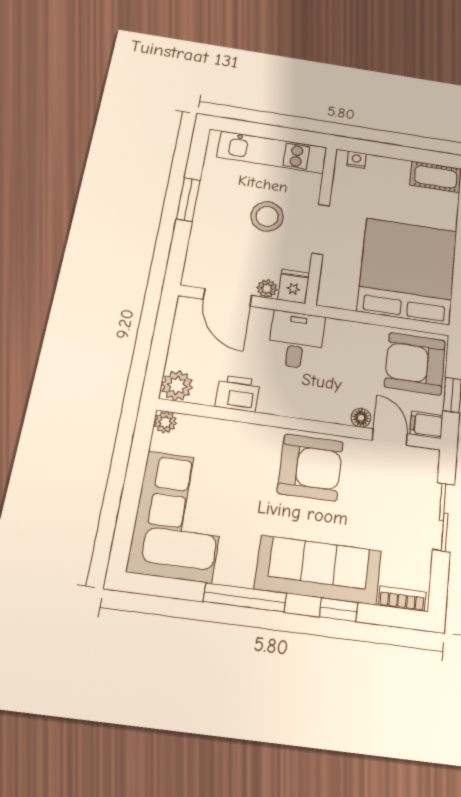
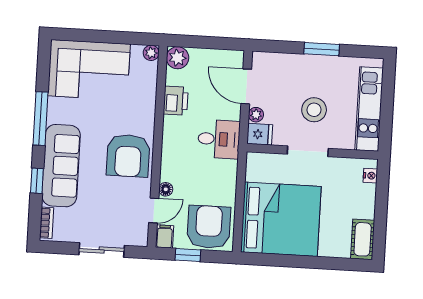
door: (227, 297) -> (246, 86), hinge flipped

